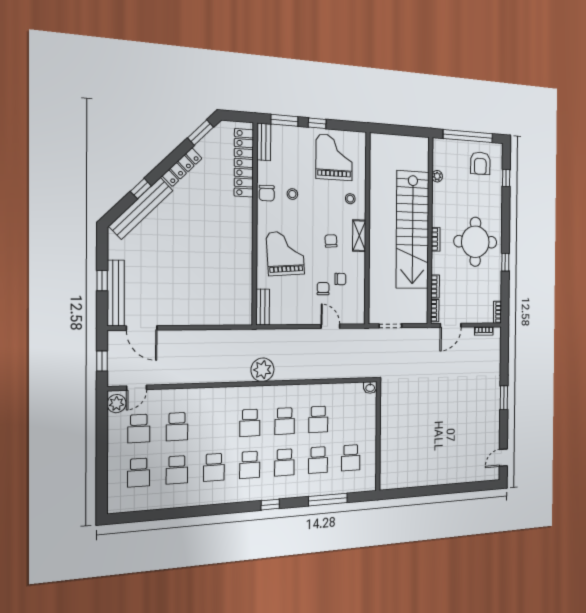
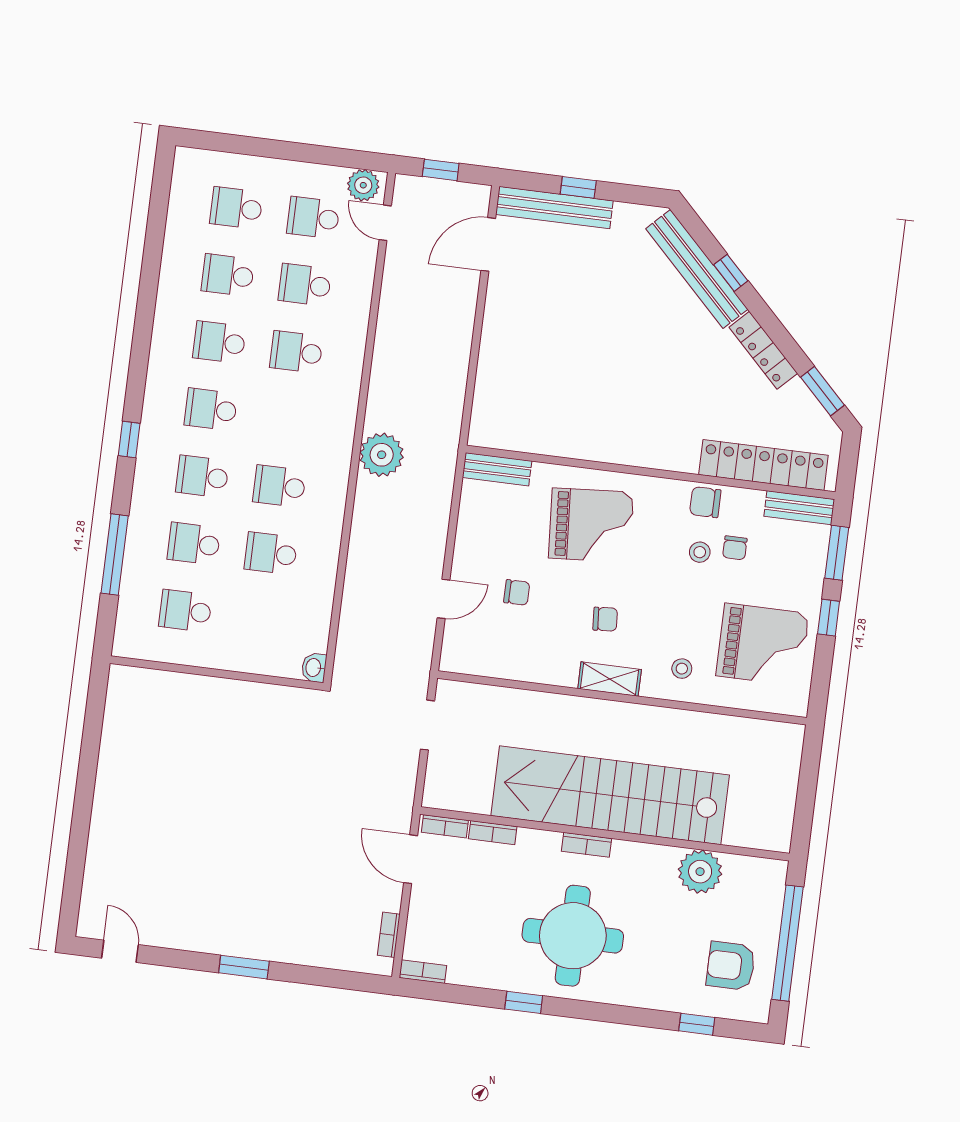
plant: (437, 176) -> (700, 872), width x1.87, depth x1.87
chair: (340, 279) -> (735, 548), moved
school desk: (250, 423) -> (296, 352), moved

